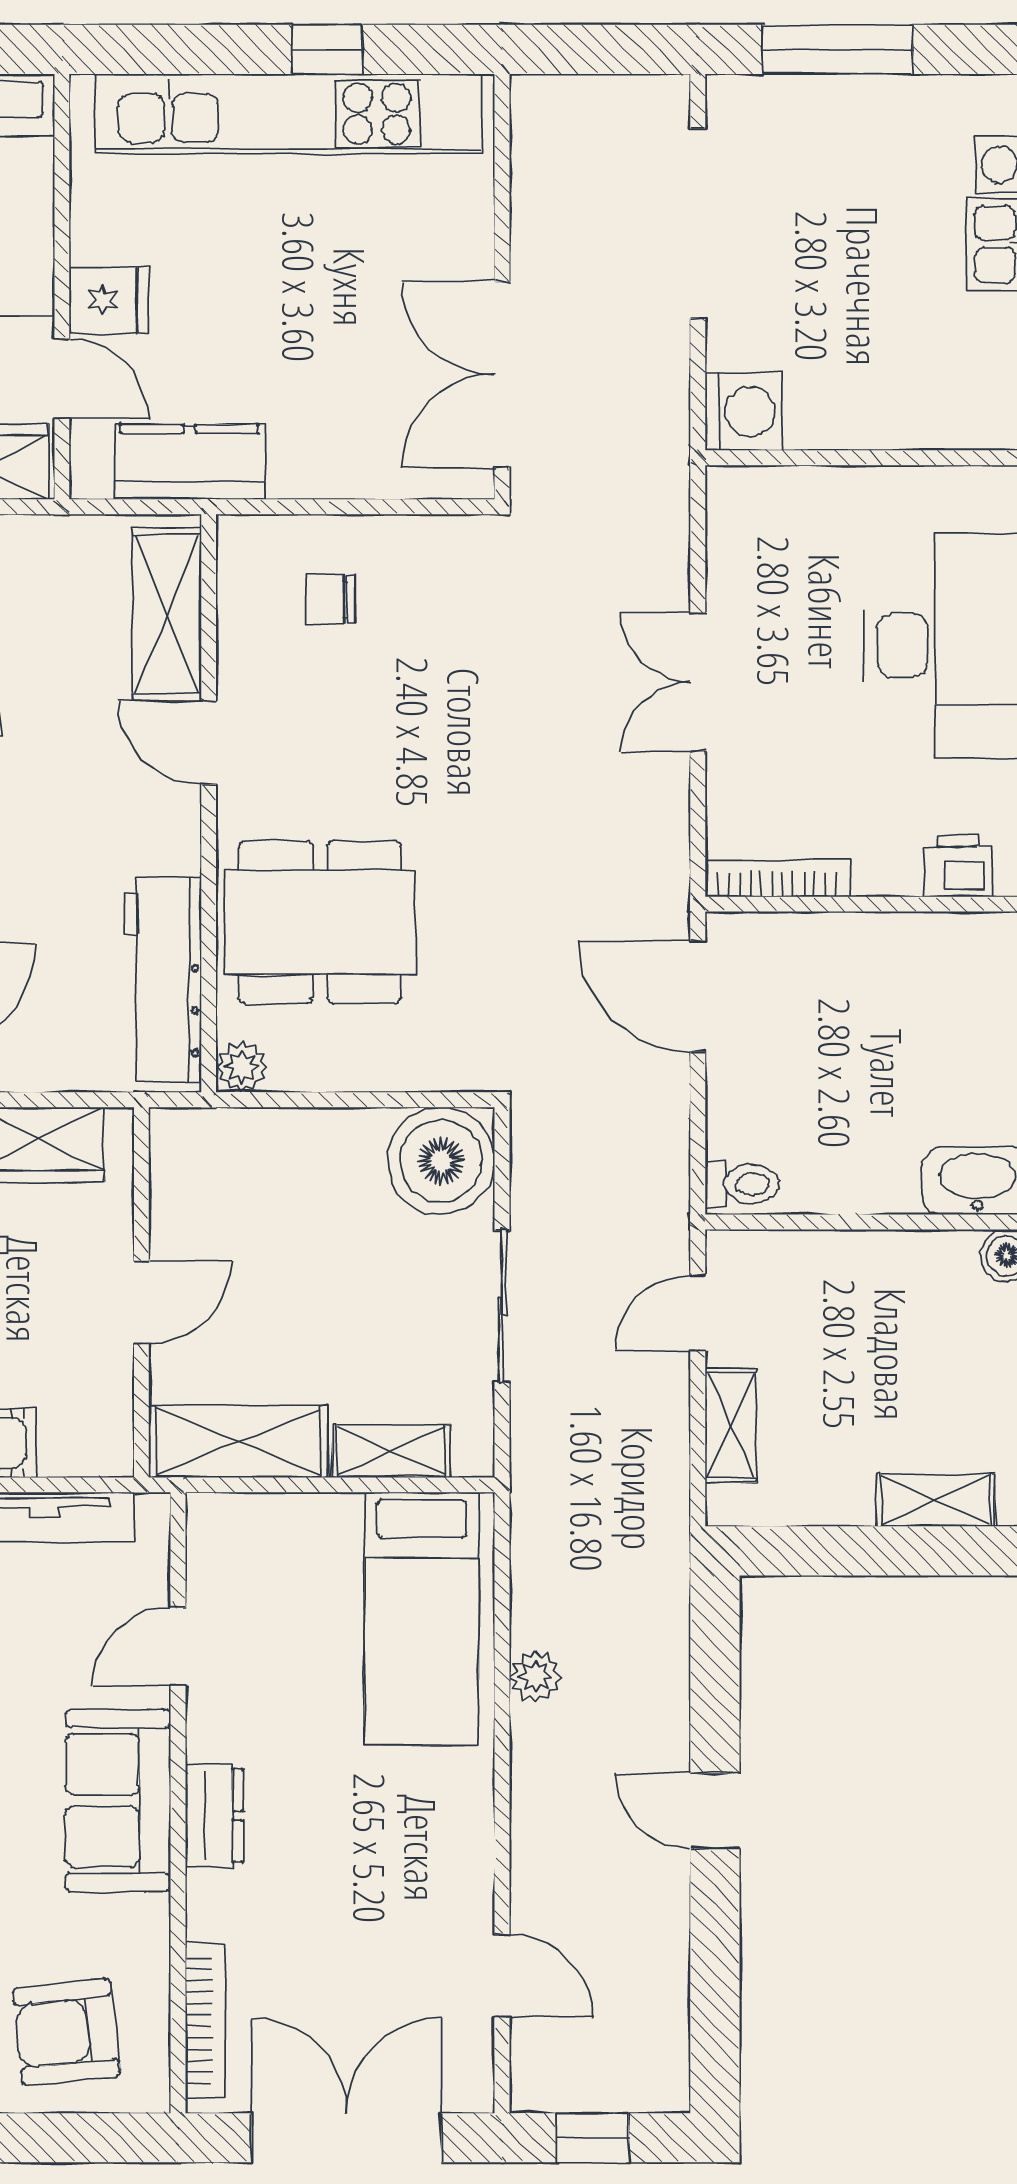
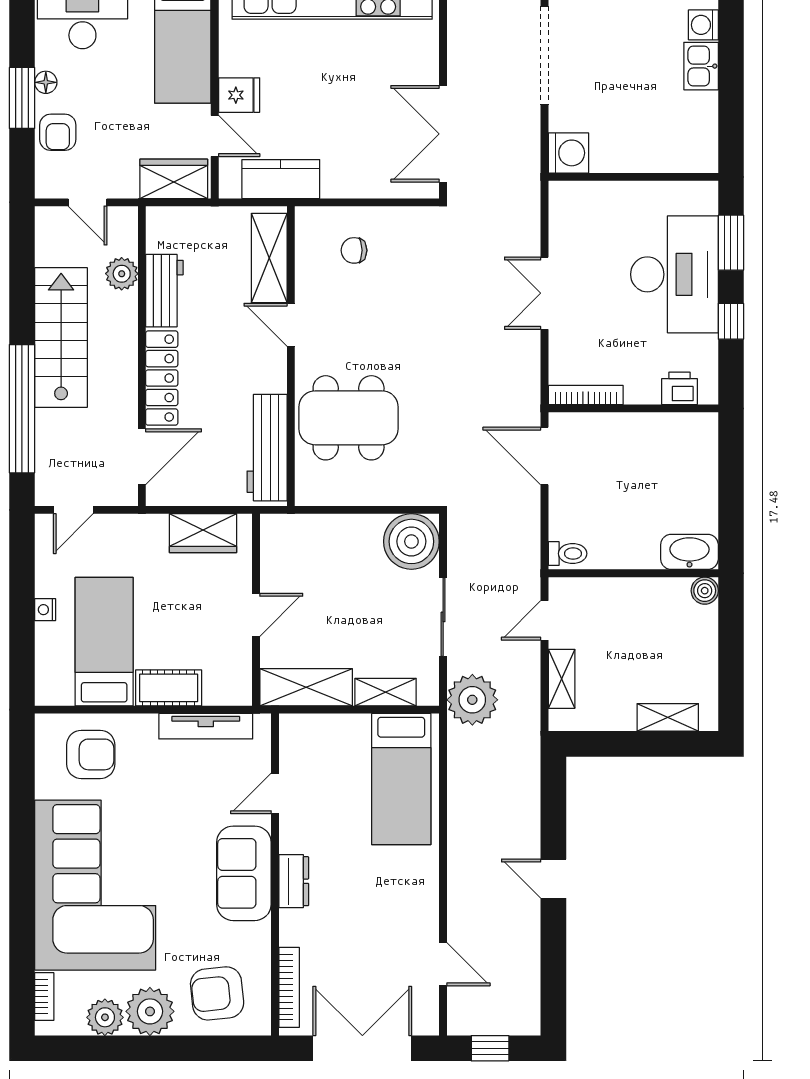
plant: (242, 1067) -> (308, 493), removed
plant: (536, 1677) -> (472, 700), moved, width x1.88, depth x1.88

